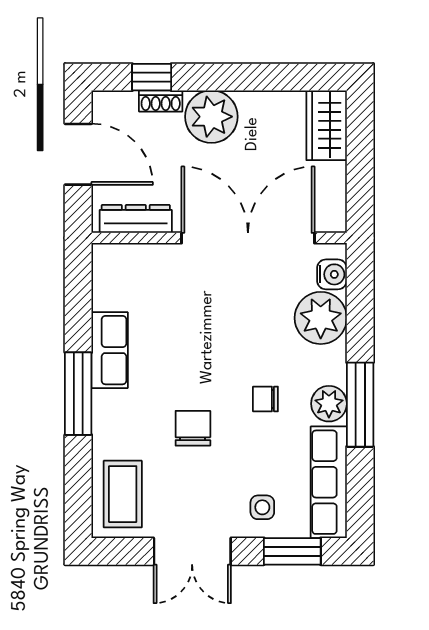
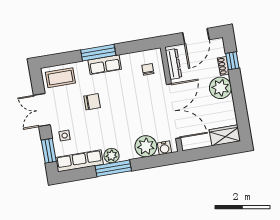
row of seats: (110, 350) -> (105, 65), moved
chair: (265, 399) -> (148, 69), moved

